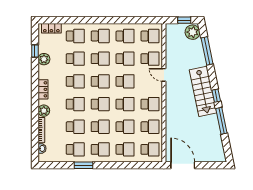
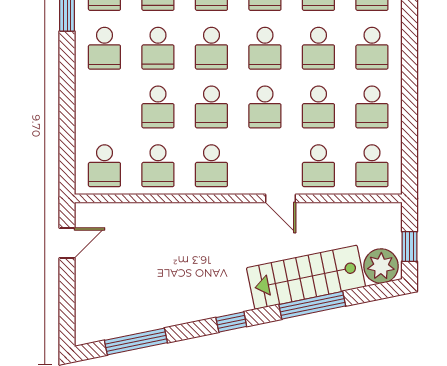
window: (207, 51) -> (312, 305), moved
door: (164, 75) -> (281, 198), swing flipped
stairs: (203, 91) -> (306, 277), moved
window: (221, 121) -> (136, 342), moved
school desk: (125, 149) -> (104, 107), removed
door: (183, 165) -> (67, 243), width x0.53

